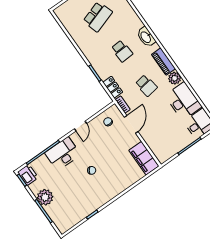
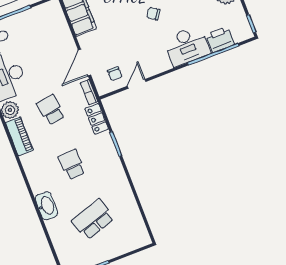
washbasin: (146, 37) -> (46, 206), moved
door: (80, 126) -> (137, 84), moved
printer: (28, 175) -> (220, 40), moved, turned 90

